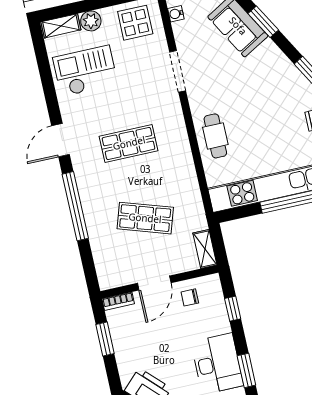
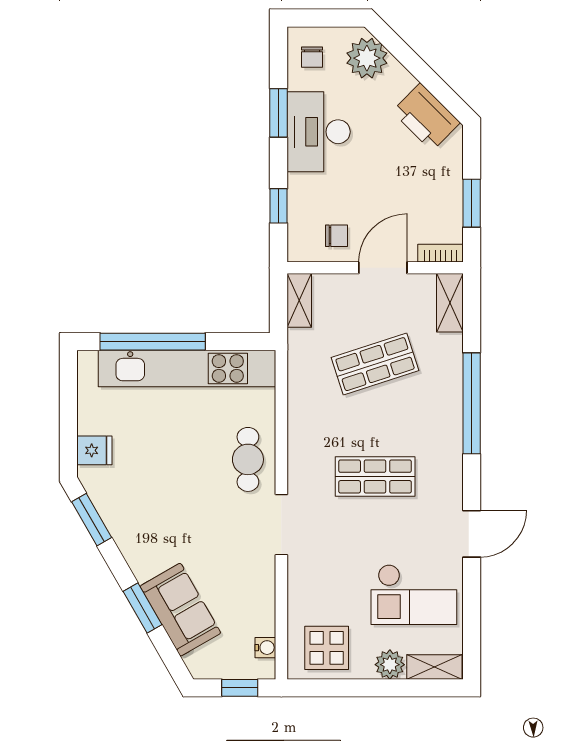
doorway: (178, 71) -> (281, 525), moved
door: (61, 140) -> (472, 534), moved
shop shelf: (145, 218) -> (375, 364), turned -36
shelving: (105, 270) -> (450, 303), added

